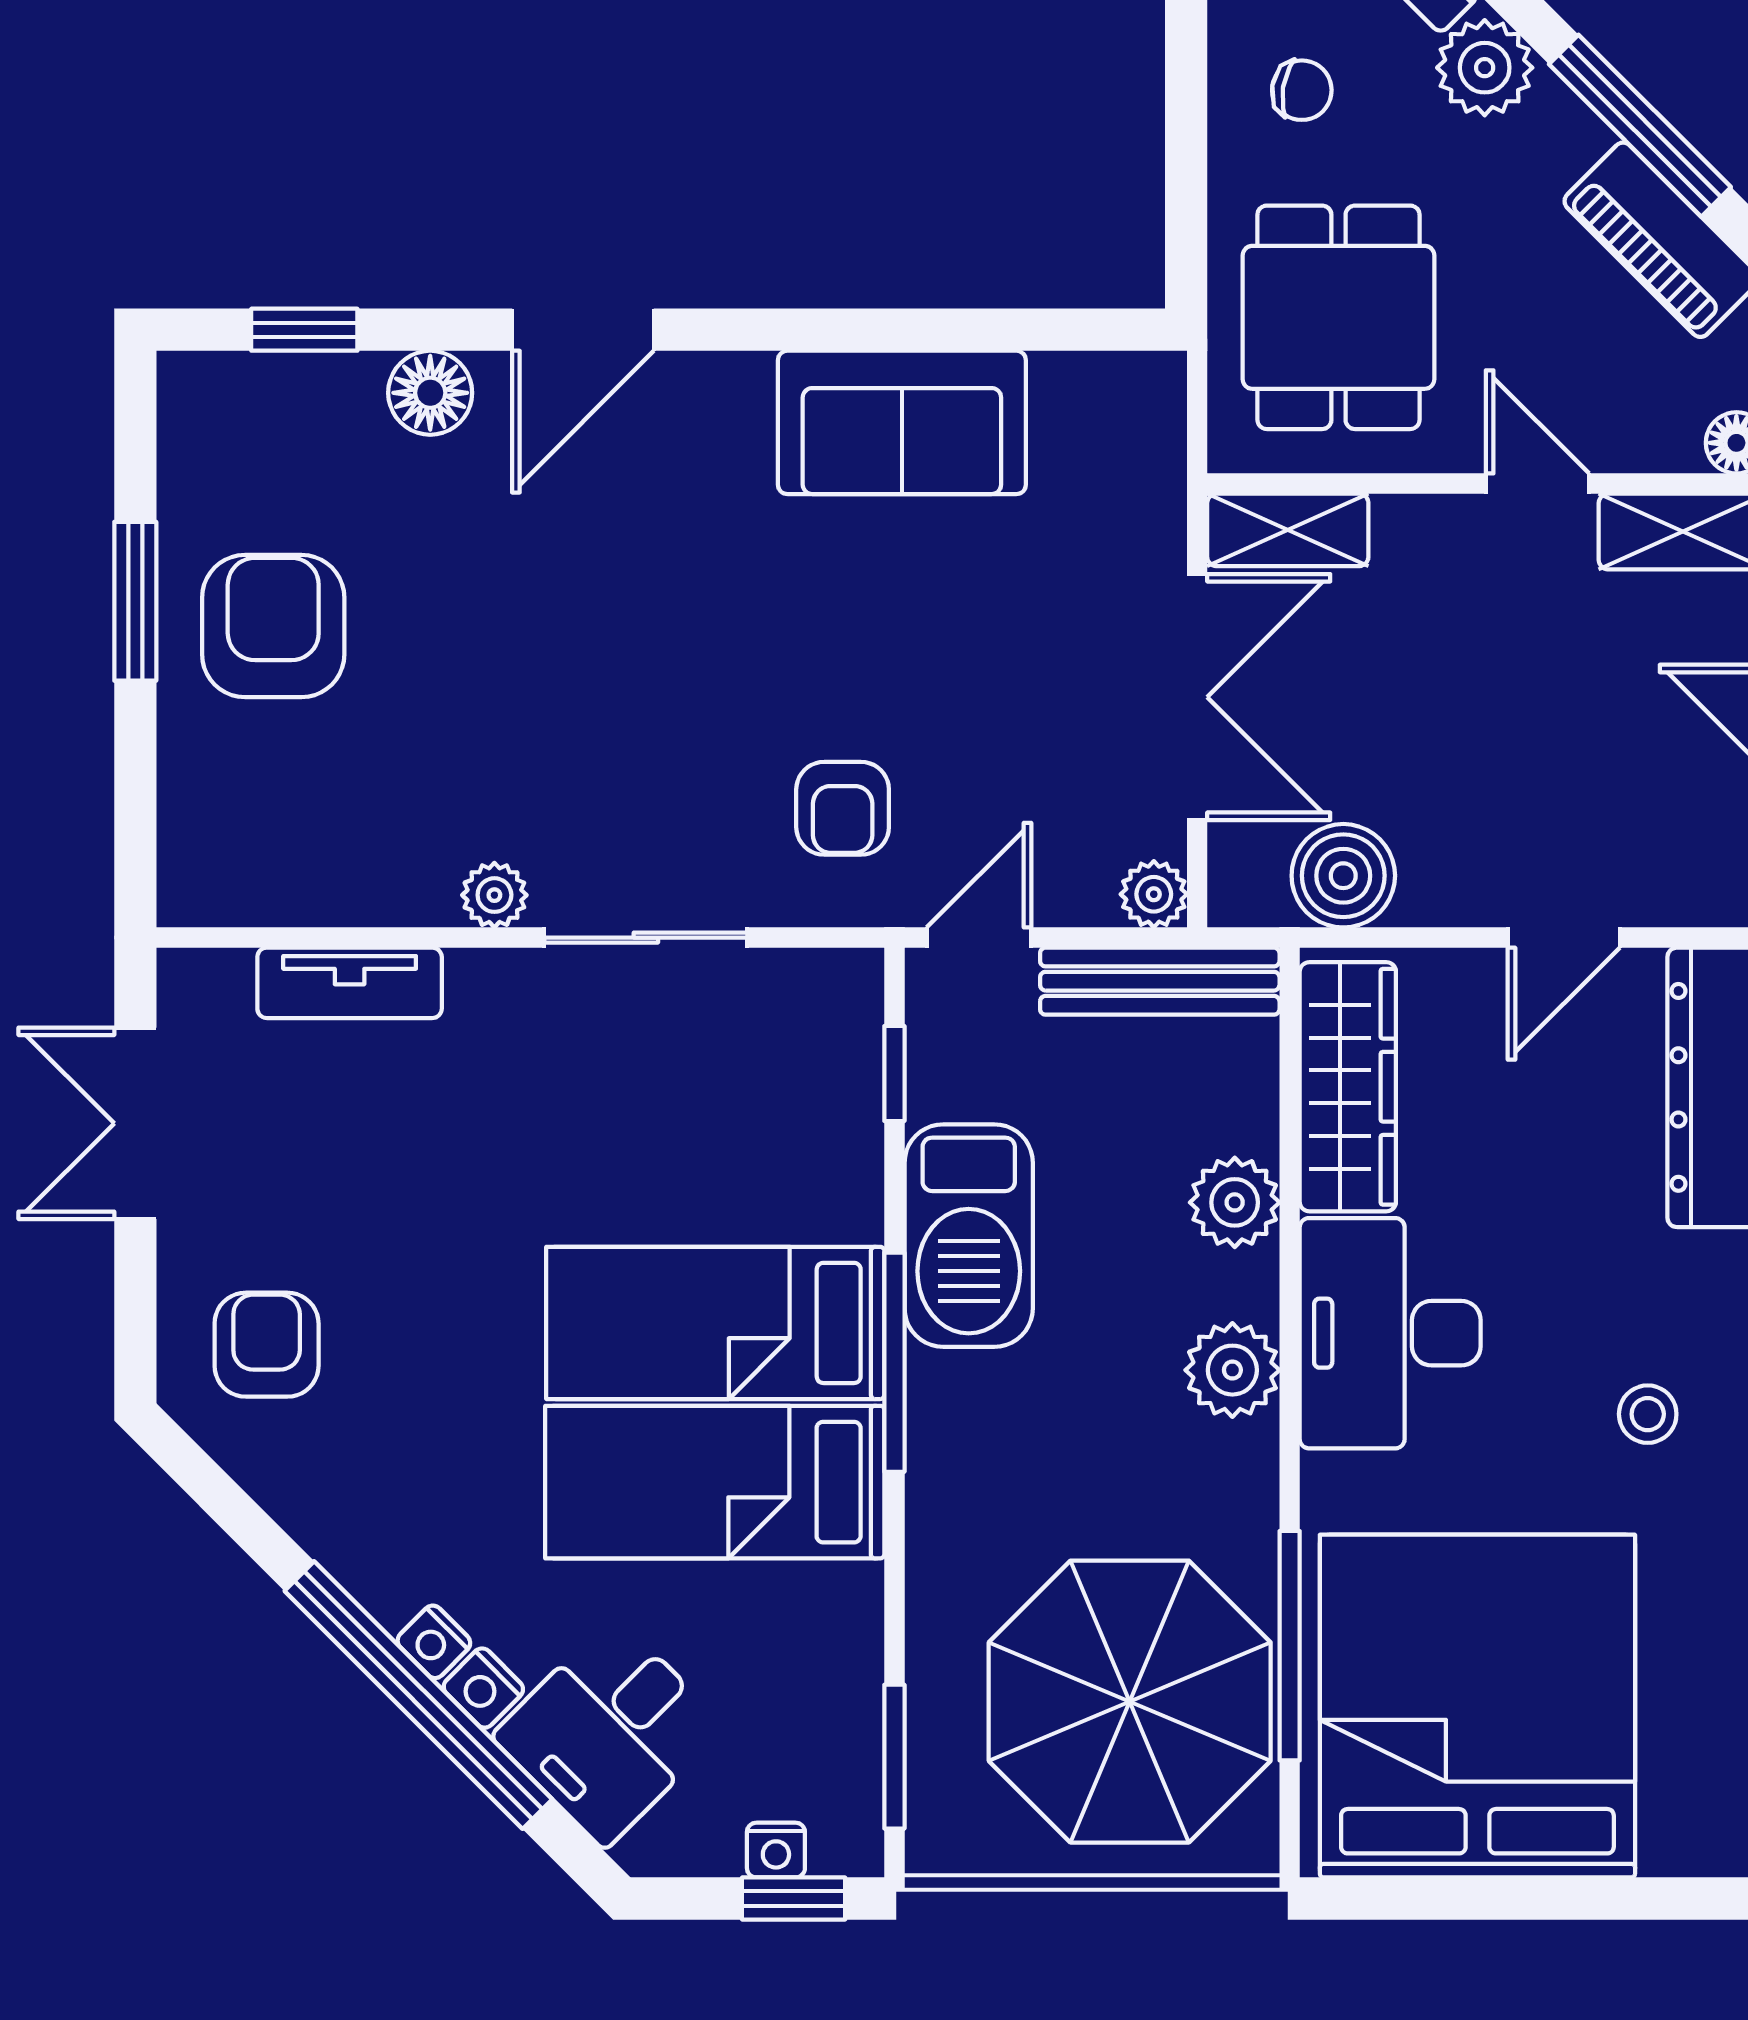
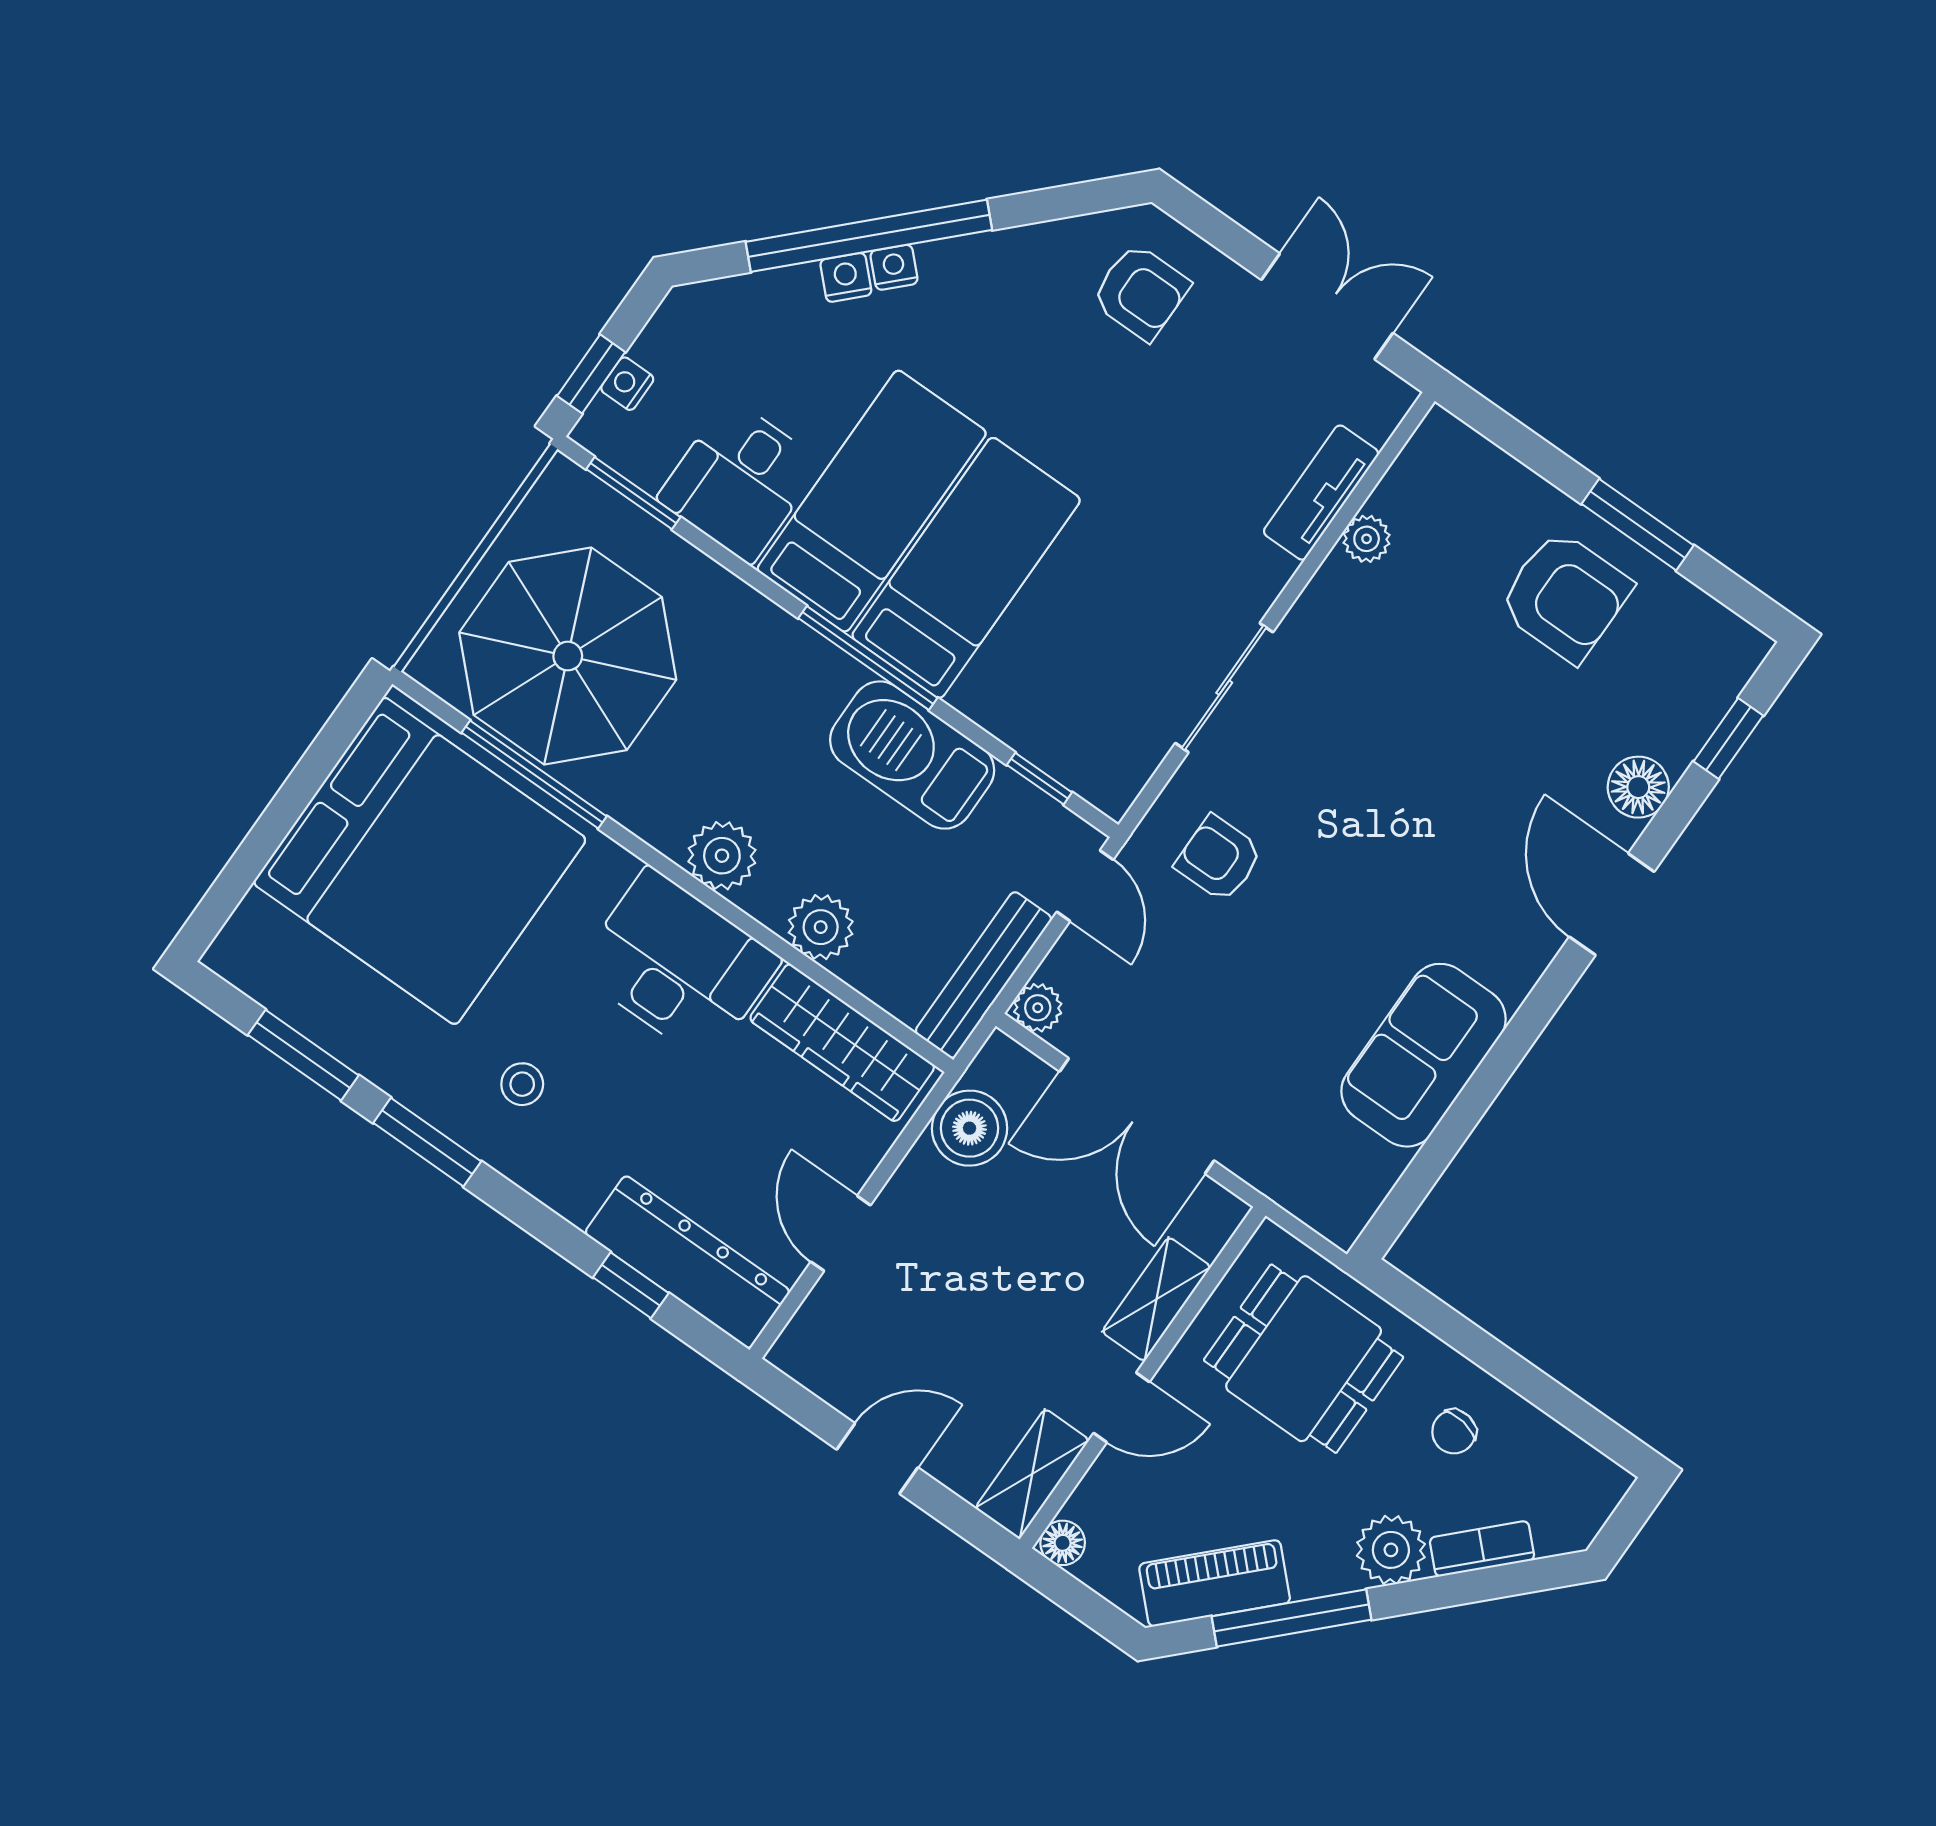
shelving: (1288, 530) -> (1156, 1299), moved
plant: (494, 895) -> (1367, 539), moved
desk: (609, 1732) -> (740, 481), moved, turned -135

